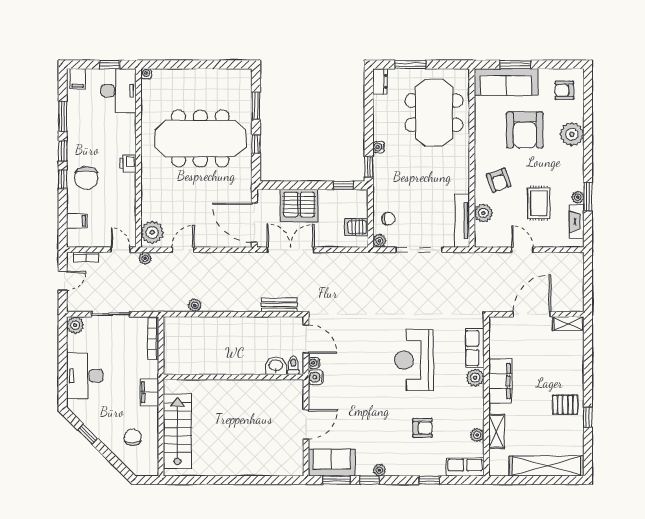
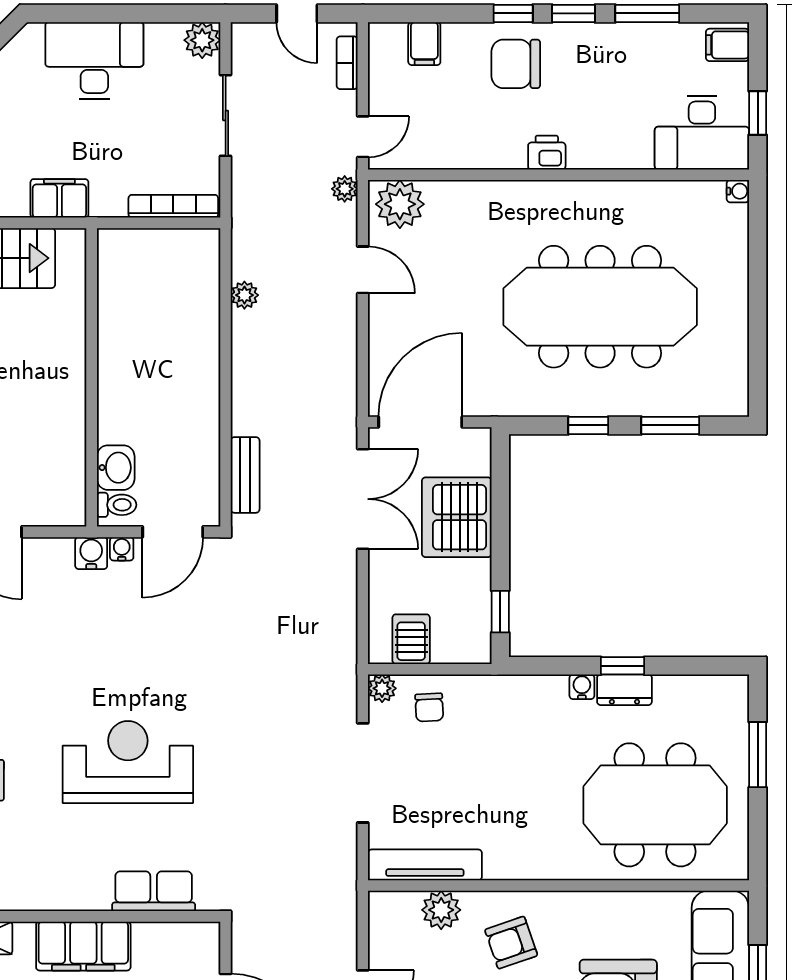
dresser: (380, 81) -> (624, 690), moved
meeting table: (200, 138) -> (600, 307), turned 90
window: (369, 167) -> (622, 666), moved
plant: (475, 378) -> (90, 892), removed

